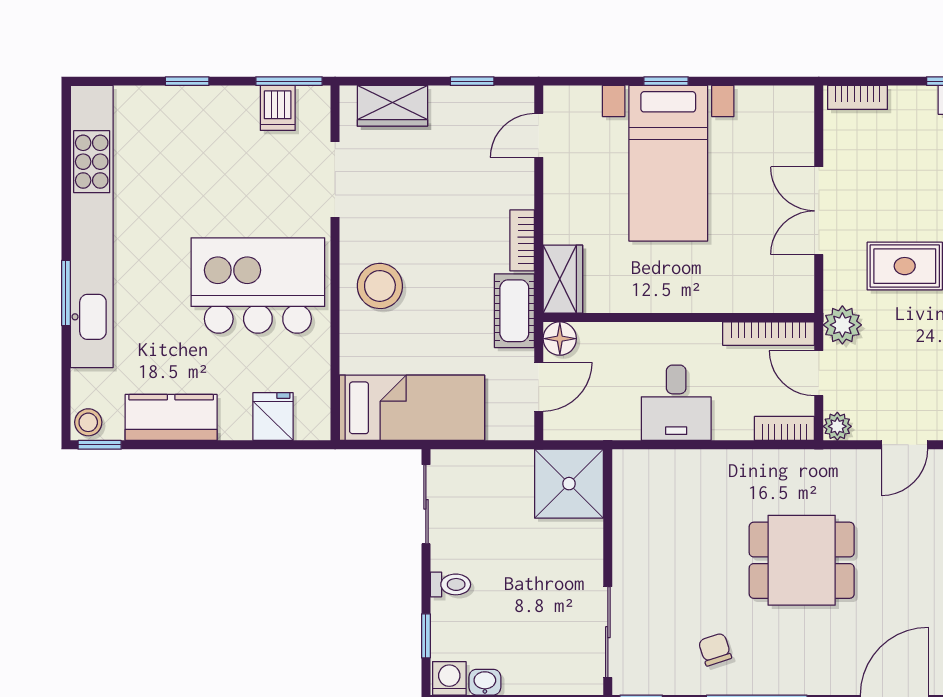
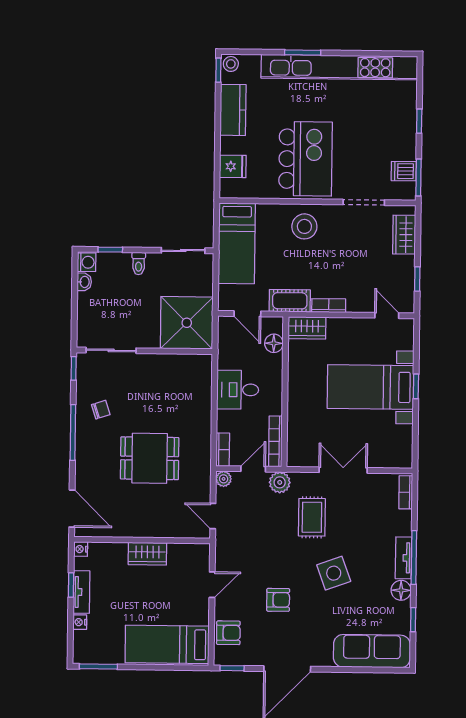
floor lamp: (560, 339) -> (274, 343), moved
shower: (569, 484) -> (187, 323), width x1.37, depth x1.37
dining table: (802, 560) -> (150, 458), turned 90

